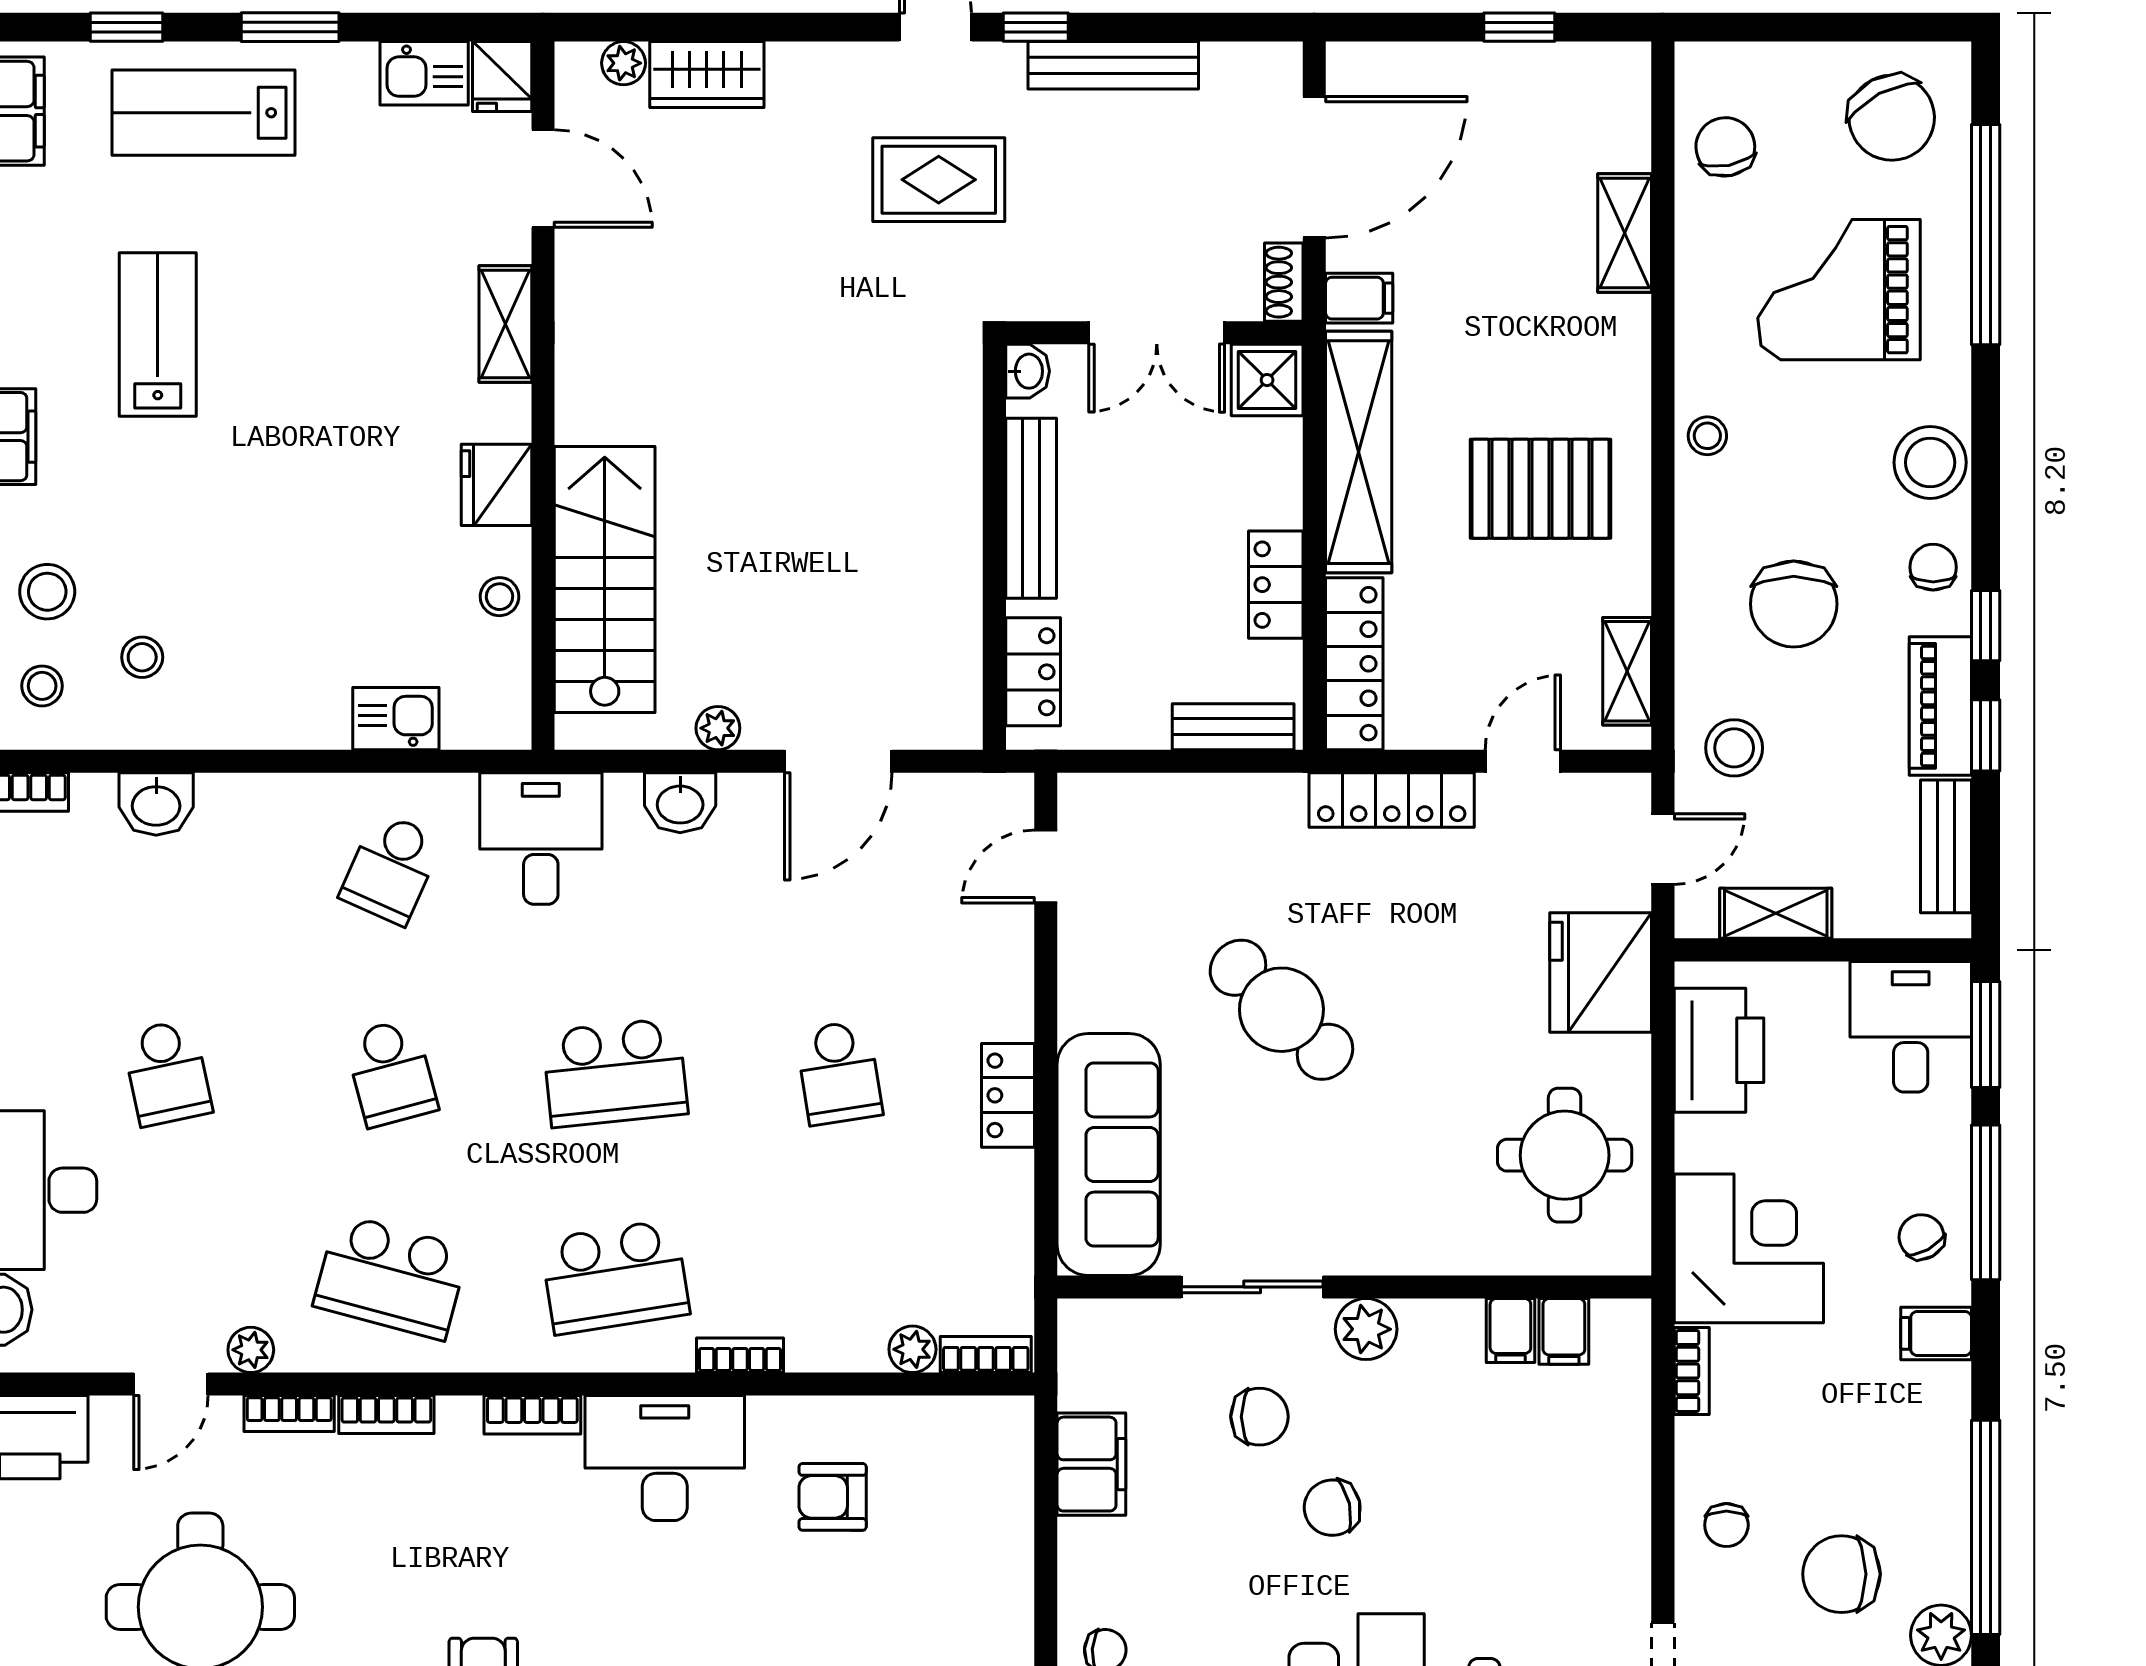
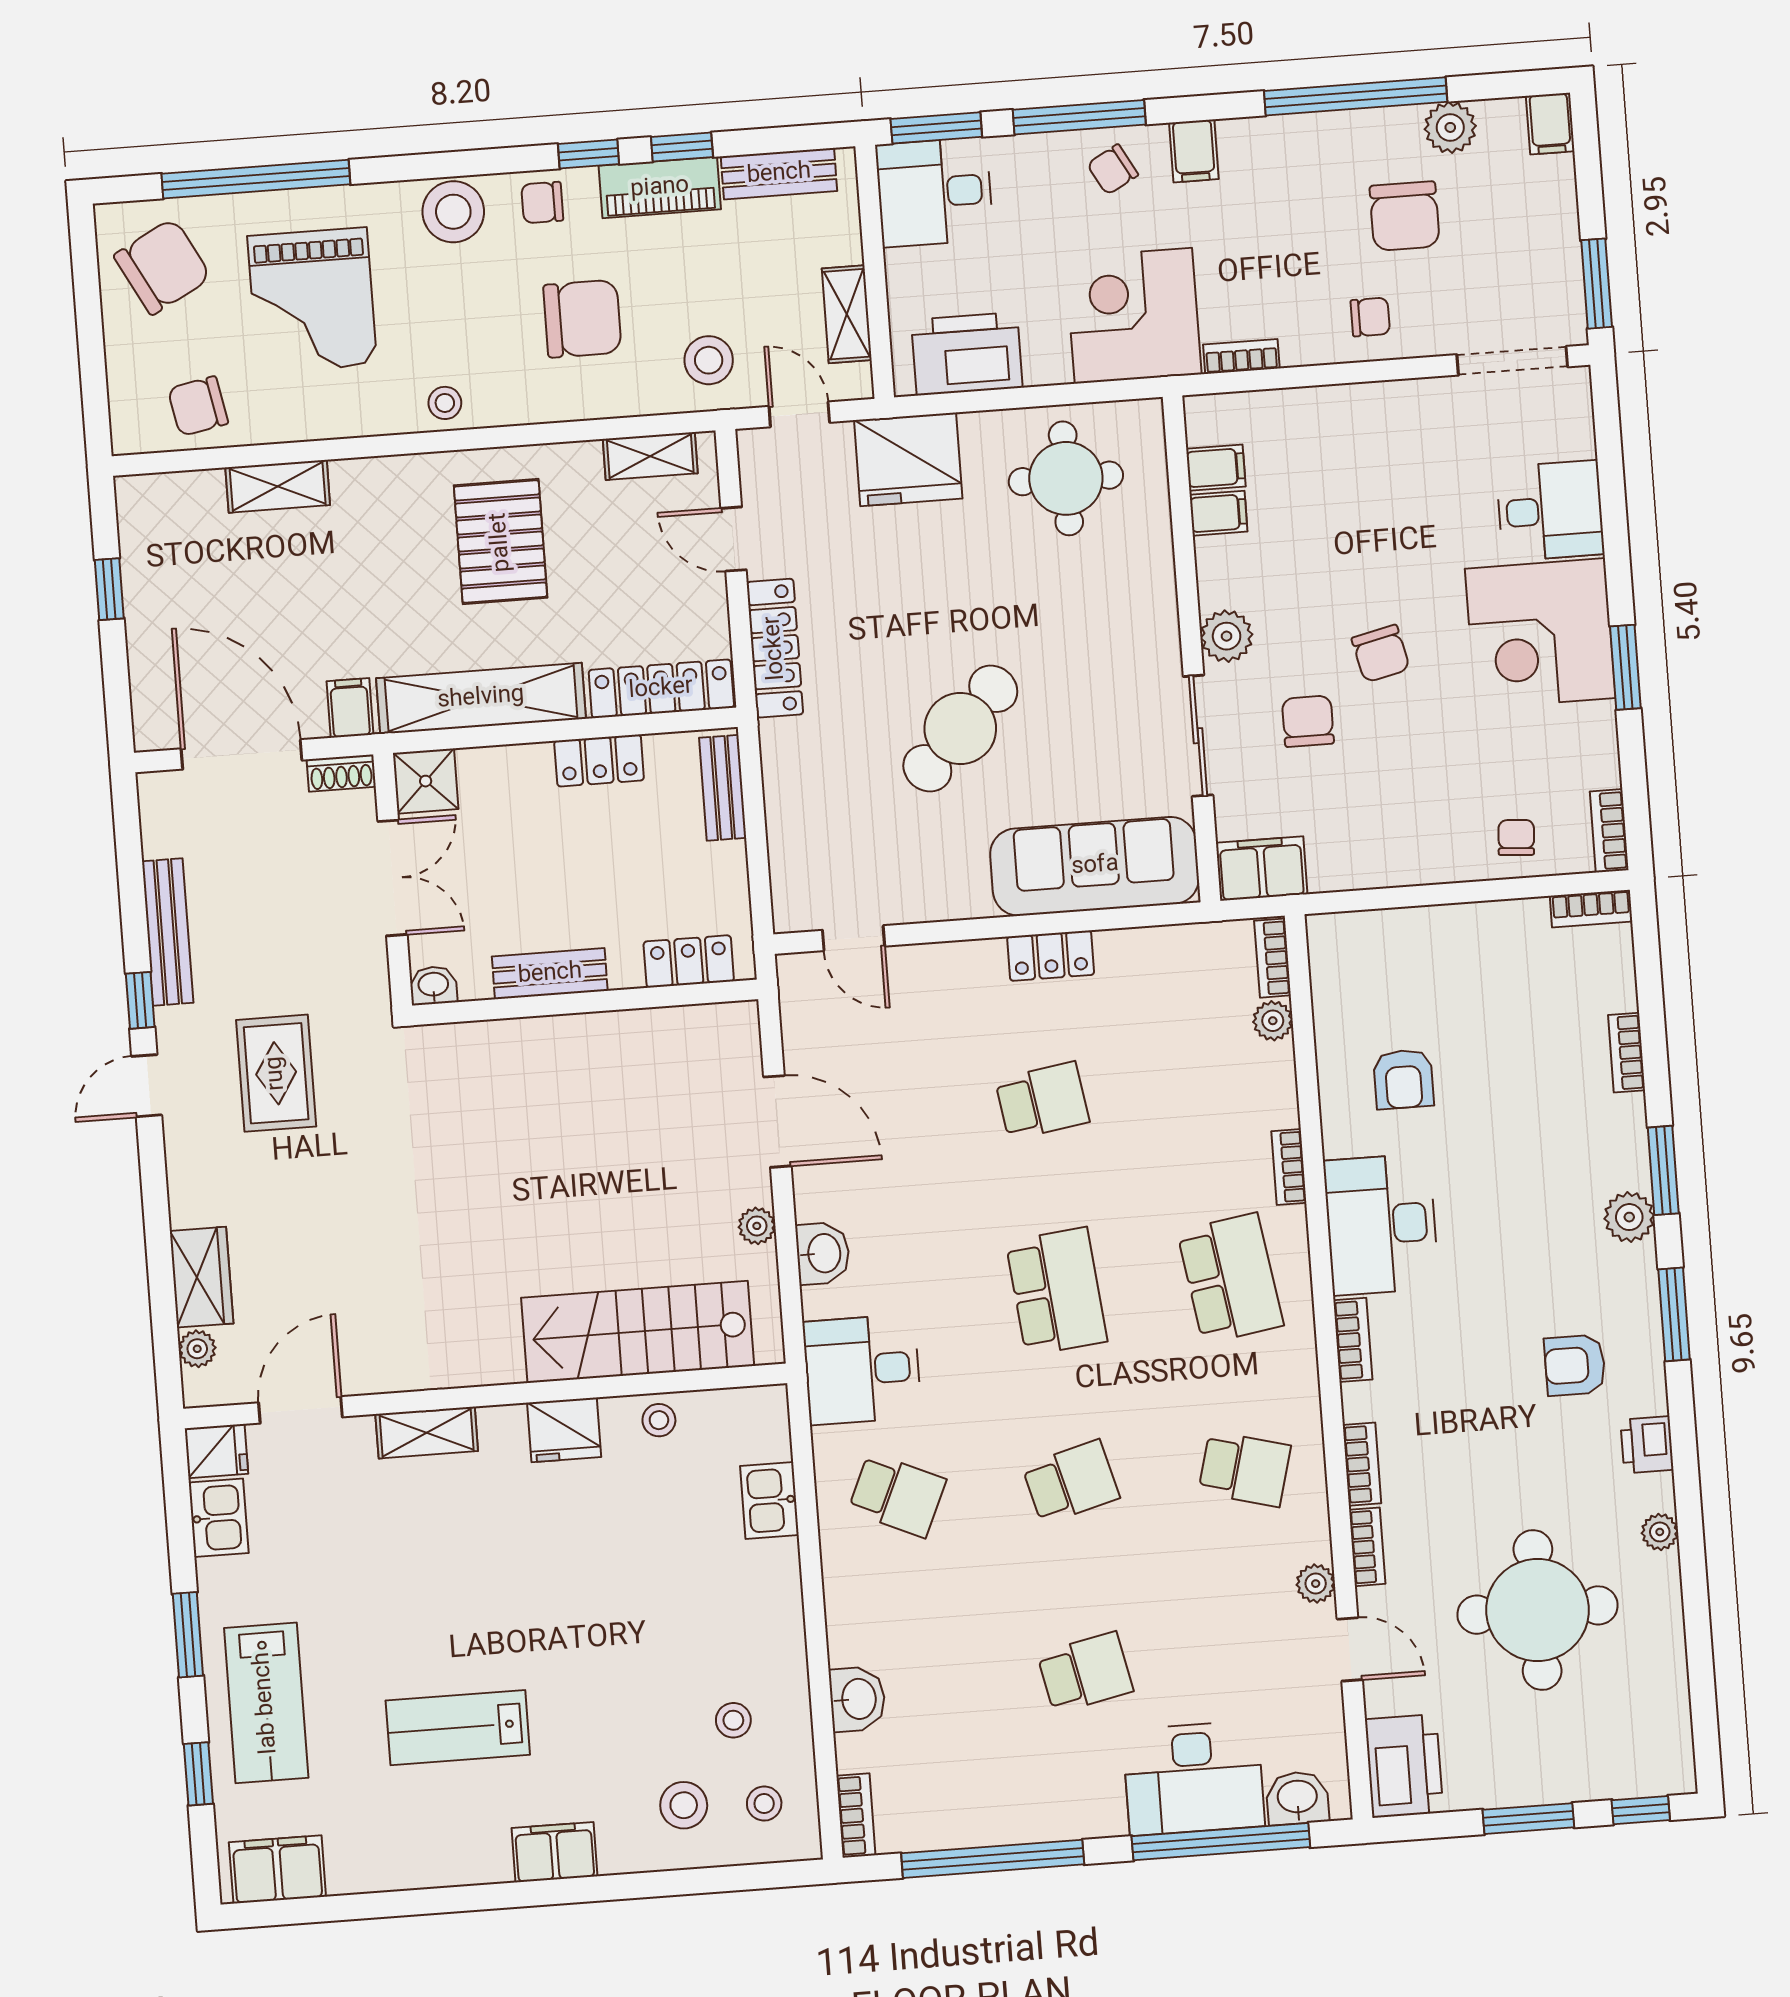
bench: (1031, 508) -> (550, 974), width x0.73
school desk: (391, 1277) -> (1245, 1469), width x0.54
filing cabinet: (1091, 1464) -> (1262, 868), moved

